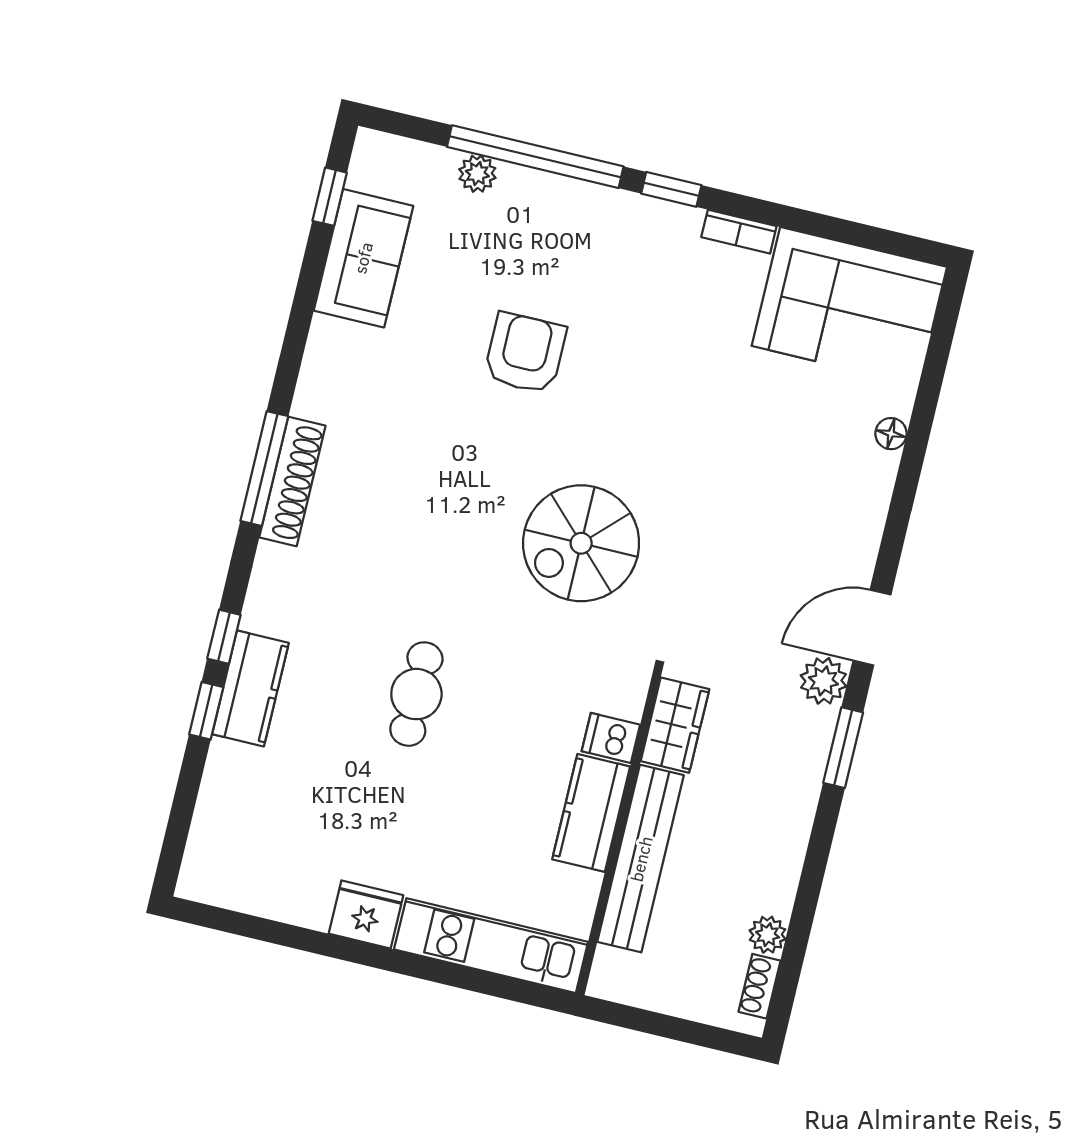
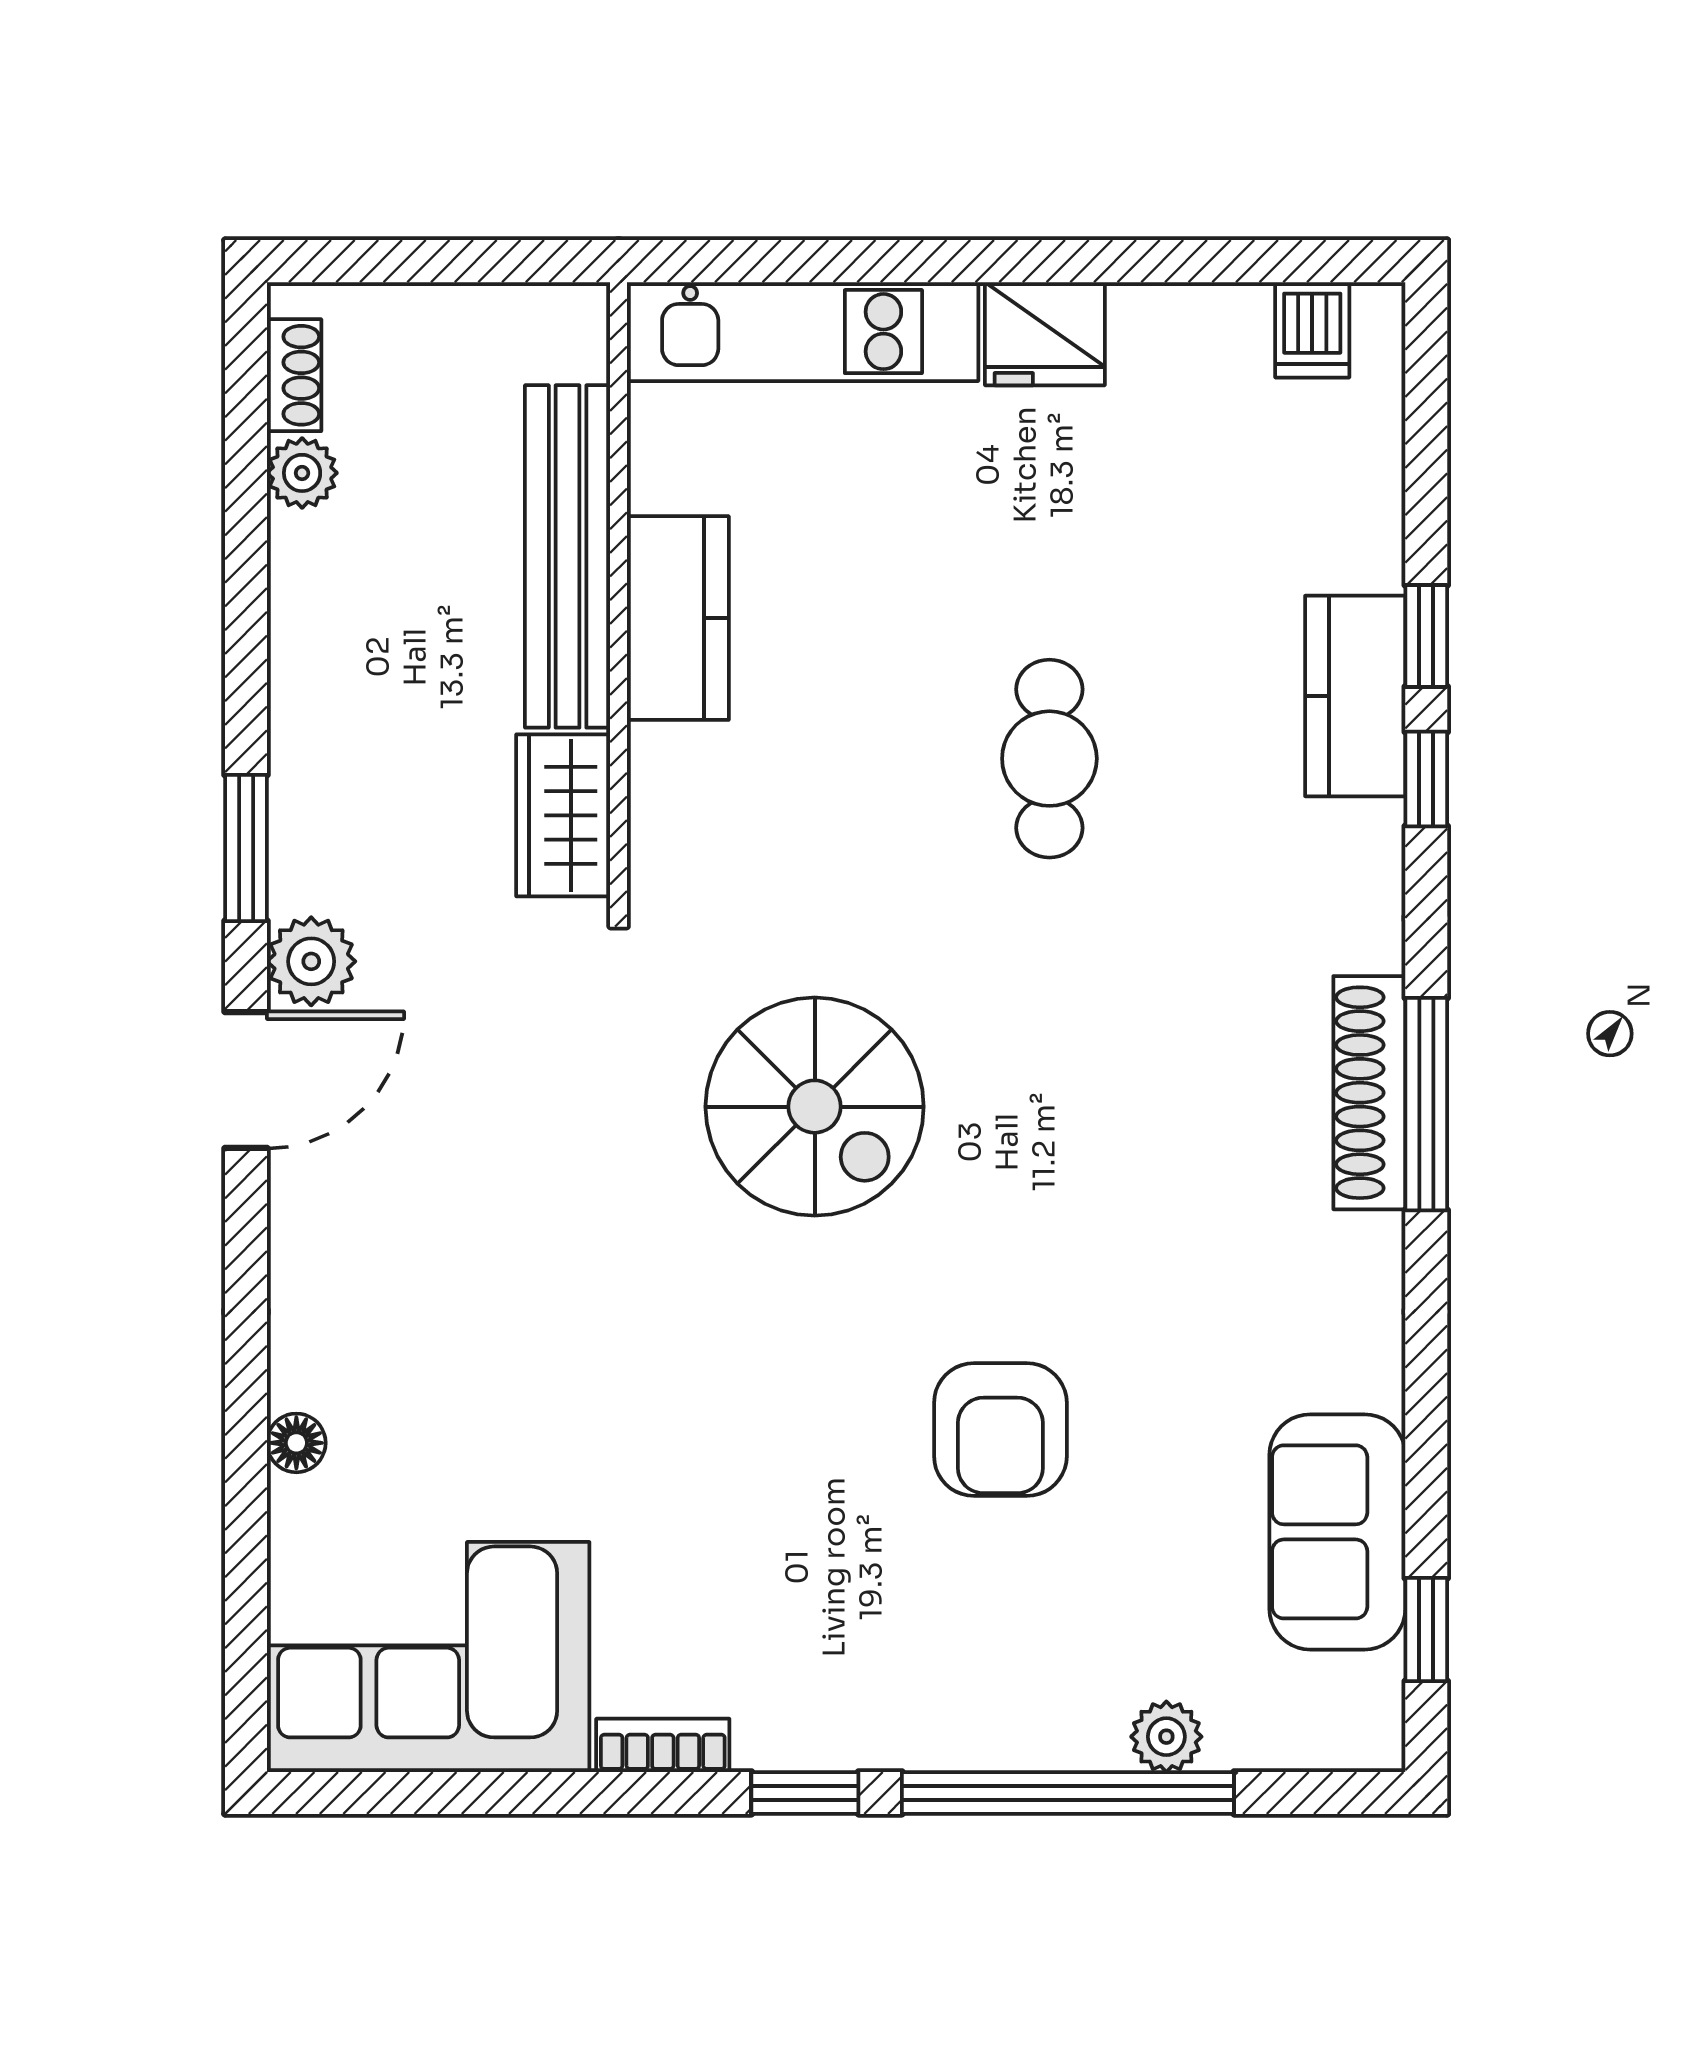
spiral stairs: (581, 543) -> (815, 1107), turned 90
dishwasher: (611, 738) -> (1312, 330), moved, turned 90

